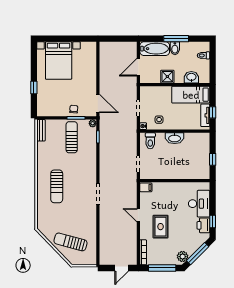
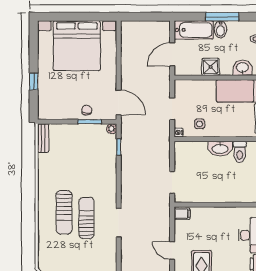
bed with nightstands: (59, 61) -> (77, 46), width x1.36
sun lounger: (72, 137) -> (86, 218), moved
toilet: (150, 141) -> (240, 152), moved

